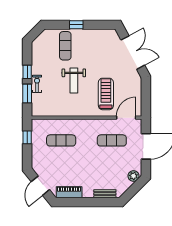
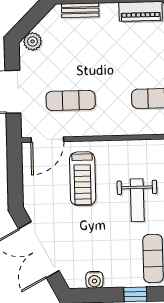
water cooler: (100, 34) -> (94, 280), added
weight bench: (74, 80) -> (137, 200), turned 180

